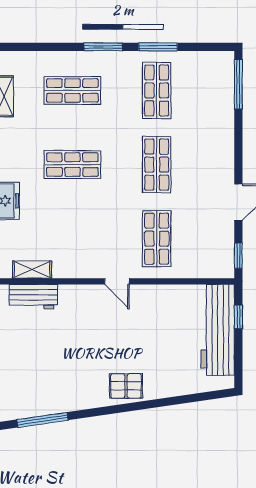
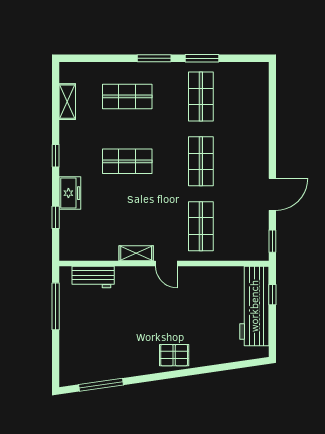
window: (238, 84) -> (272, 91), removed
shelving: (32, 270) -> (136, 253), moved

